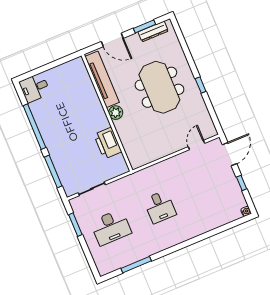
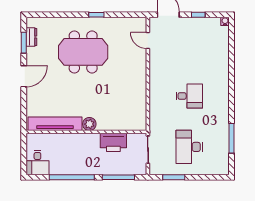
dresser: (153, 31) -> (31, 37), width x0.70
tv unit: (102, 79) -> (55, 124), moved
wall: (107, 113) -> (86, 132), moved
plant: (116, 113) -> (89, 124), moved
printer: (108, 143) -> (113, 142), moved
desk: (111, 227) -> (189, 147), turned 180

